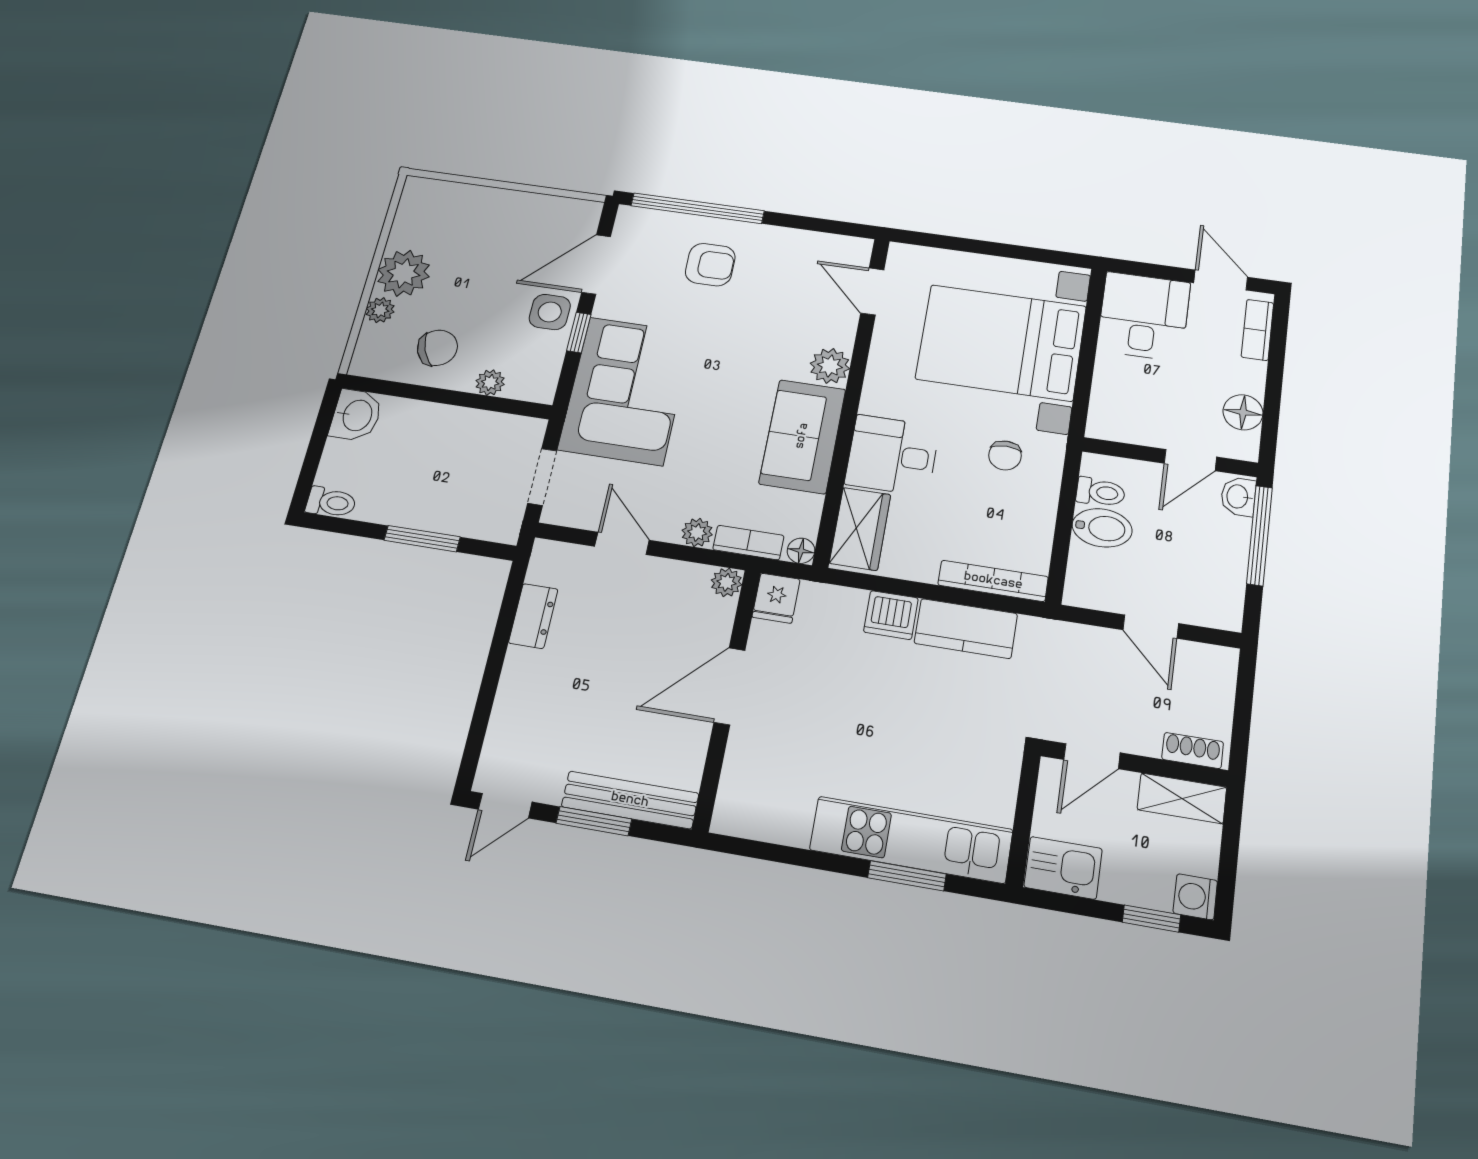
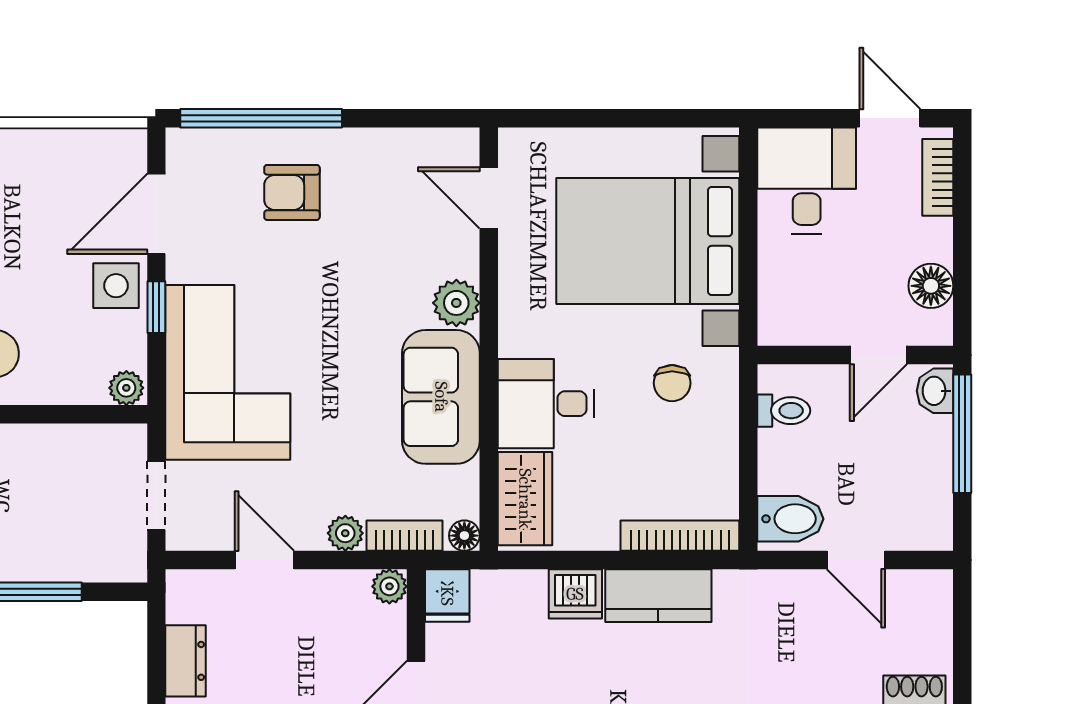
armchair: (710, 265) -> (292, 192), turned 180
plant: (490, 383) -> (126, 388), moved
bidet: (1102, 528) -> (790, 519), moved

